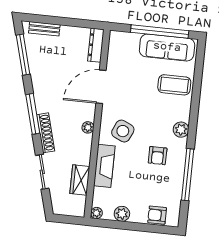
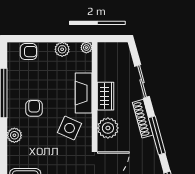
plant: (88, 127) -> (108, 128), width x1.88, depth x1.88
wardrobe: (80, 180) -> (106, 96), moved

